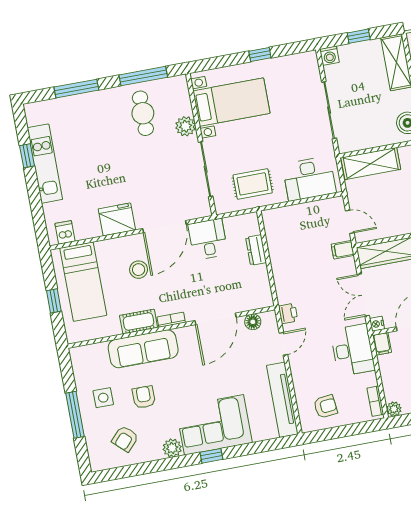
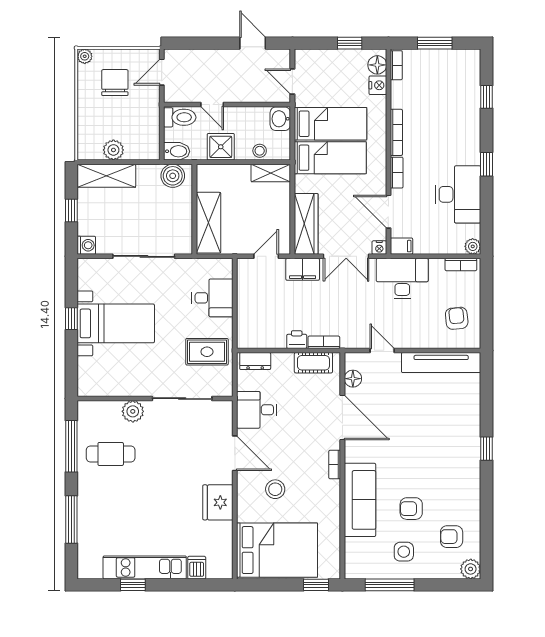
bed with nightstands: (231, 102) -> (116, 323), moved, turned 90
desk: (309, 179) -> (212, 298), width x0.73
rug: (253, 184) -> (207, 352), turned 90
door: (164, 227) -> (235, 453), width x0.73
dishwasher: (65, 232) -> (197, 568), moved, turned 90
dresser: (256, 250) -> (255, 361), moved
filing cabinet: (343, 250) -> (303, 269), width x2.00
bed: (83, 282) -> (277, 550), width x1.50
bookcase: (281, 289) -> (324, 342), added
window: (54, 301) -> (316, 585), moved
printer: (288, 313) -> (297, 340), moved
cot: (139, 322) -> (313, 363), moved, turned 90
window: (75, 415) -> (390, 585), moved
corner sofa: (214, 425) -> (454, 440), removed
armchair: (125, 439) -> (452, 537), turned 137
plant: (172, 448) -> (471, 569), moved

